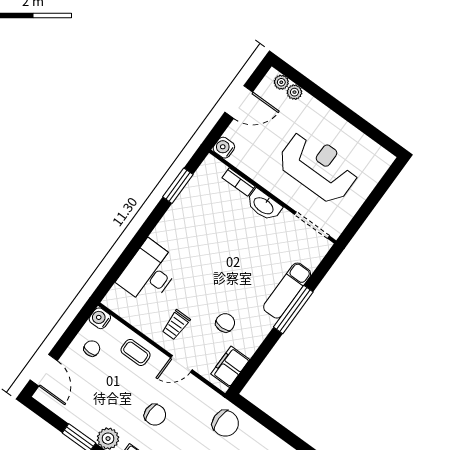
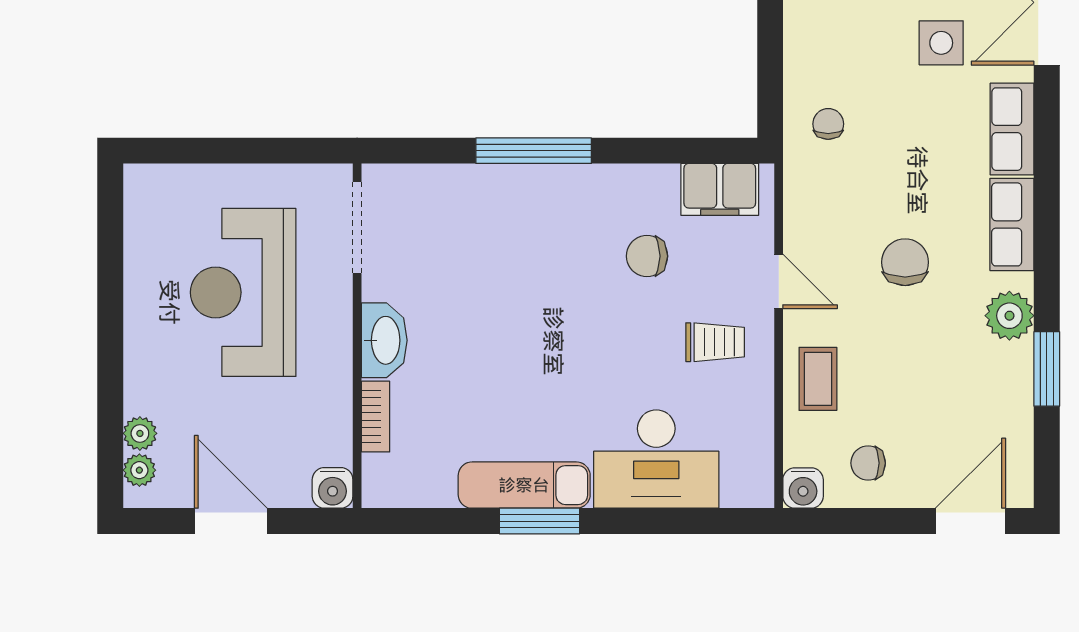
window: (178, 186) -> (539, 521), moved
exam couch: (287, 291) -> (524, 485), moved, turned 180
chair: (225, 423) -> (828, 124), width x0.54, depth x0.54

